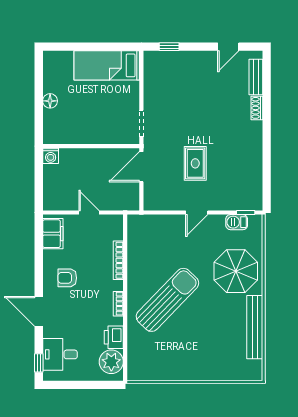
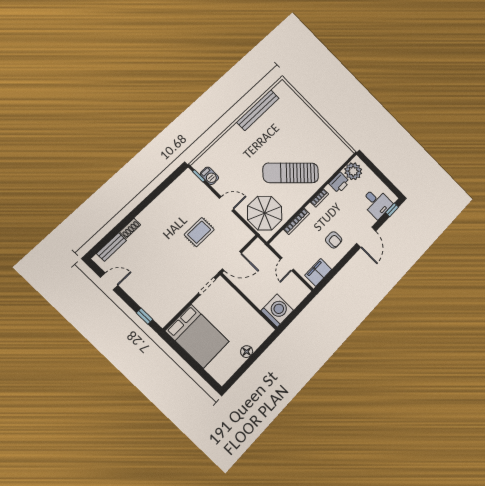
bed: (107, 65) -> (197, 336), width x1.50
washing machine: (51, 156) -> (277, 311), width x1.89, depth x1.89
parasol: (236, 271) -> (265, 213), moved

